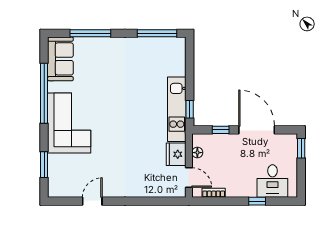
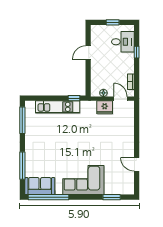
window: (44, 93) -> (49, 197), moved
kitchen unit: (177, 109) -> (58, 107), moved
window: (221, 130) -> (88, 77), removed
door: (257, 130) -> (88, 52), width x0.53
window: (301, 148) -> (113, 22), moved
door: (189, 177) -> (120, 99), hinge flipped

